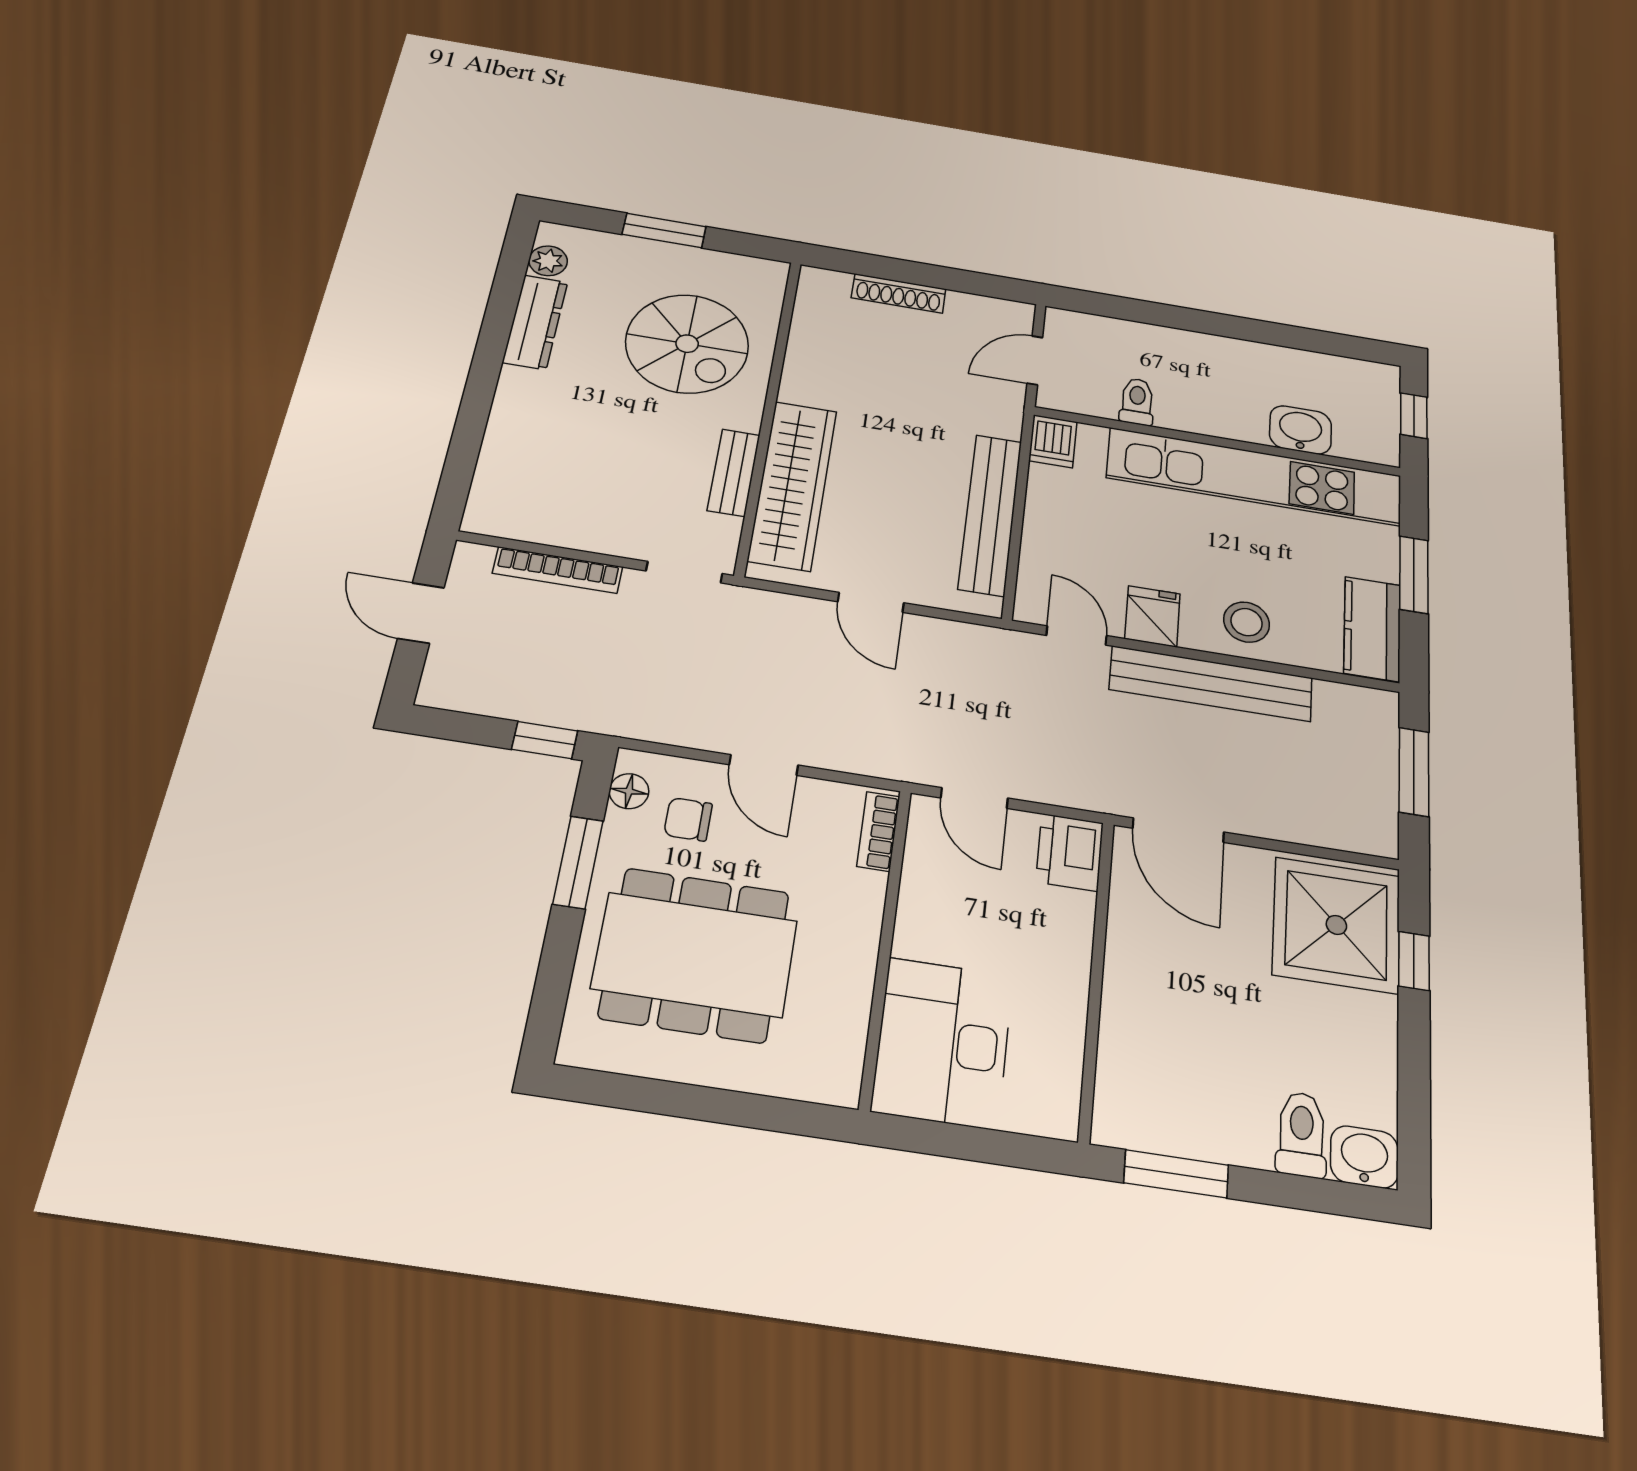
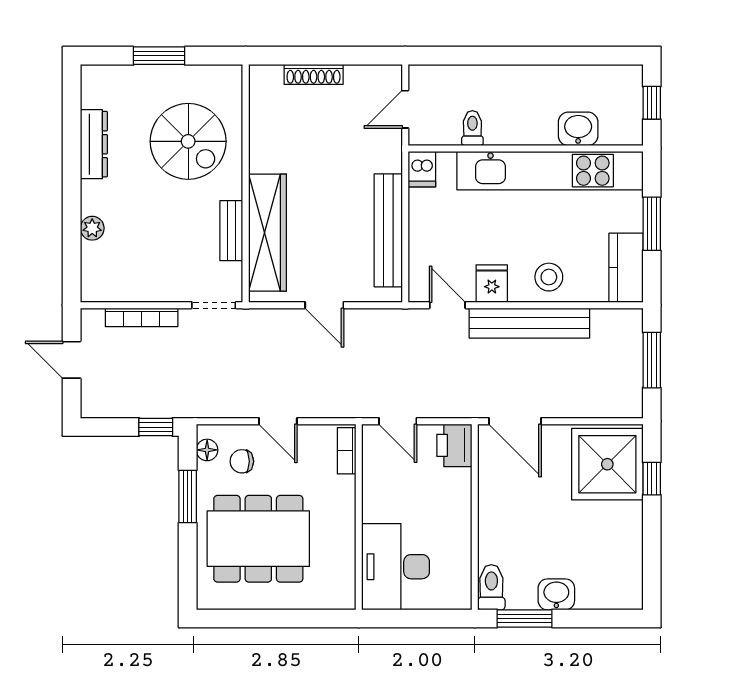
plant: (548, 261) -> (92, 228), moved
toilet: (1301, 1134) -> (491, 587), moved
washbasin: (1364, 1157) -> (556, 594), moved

